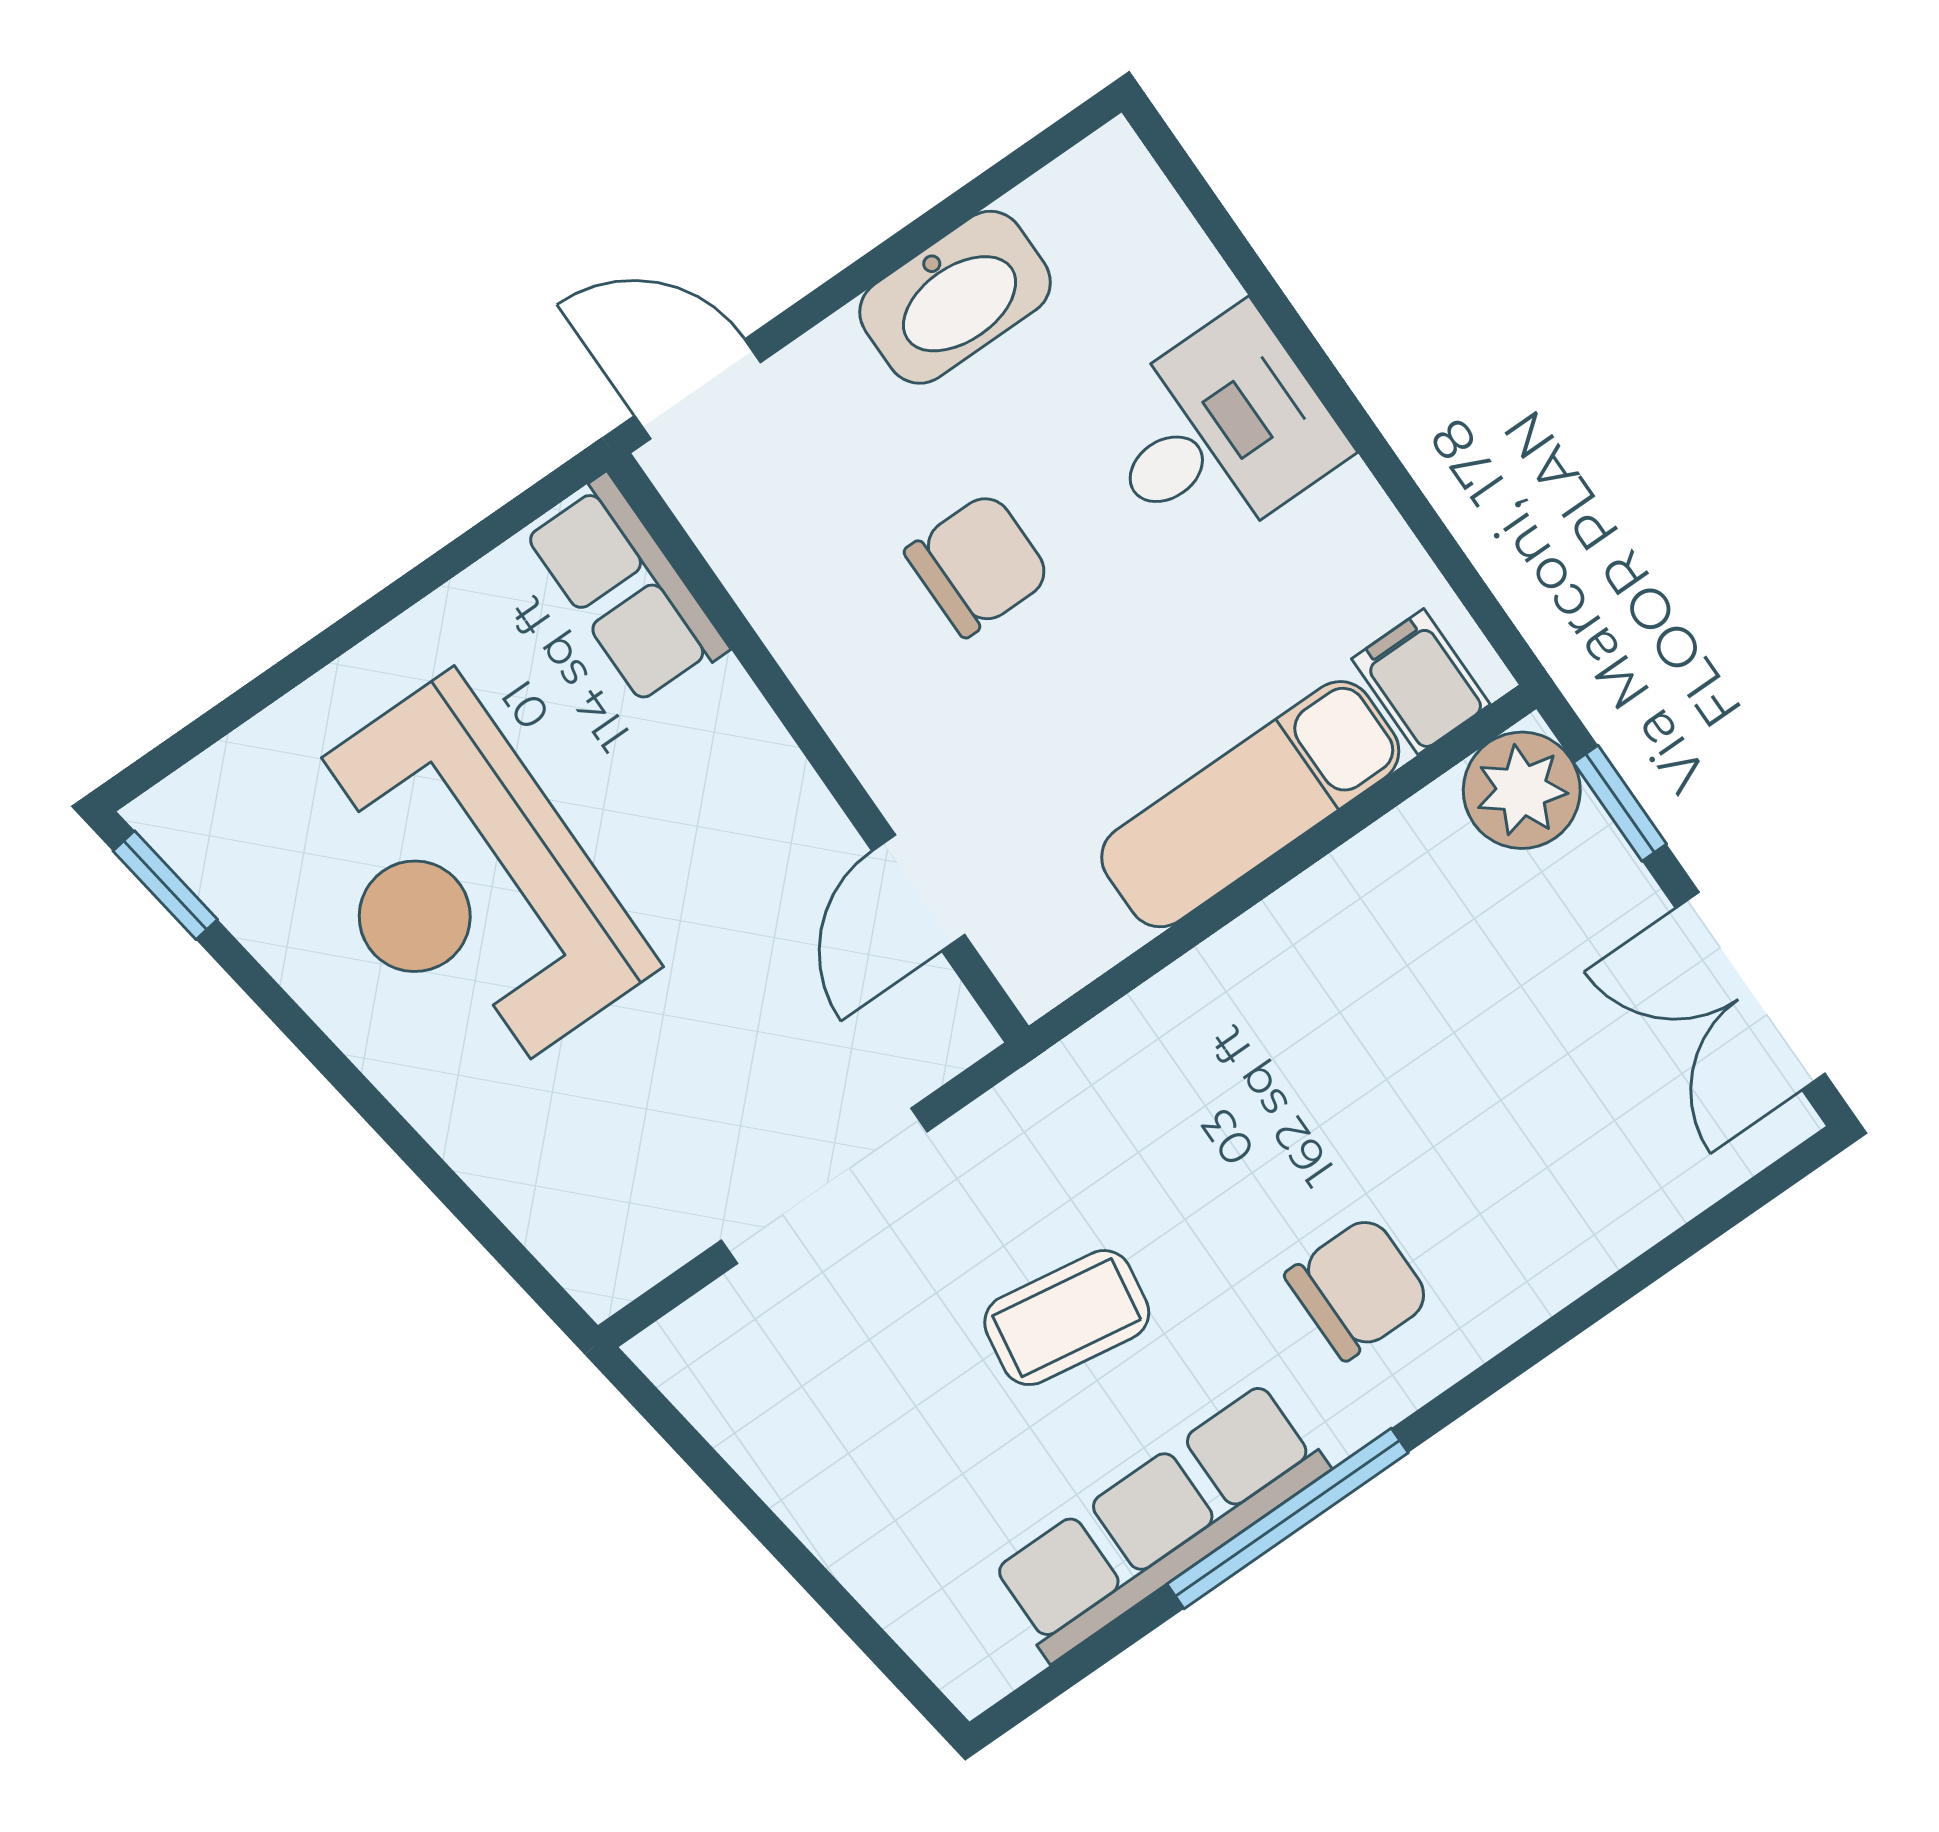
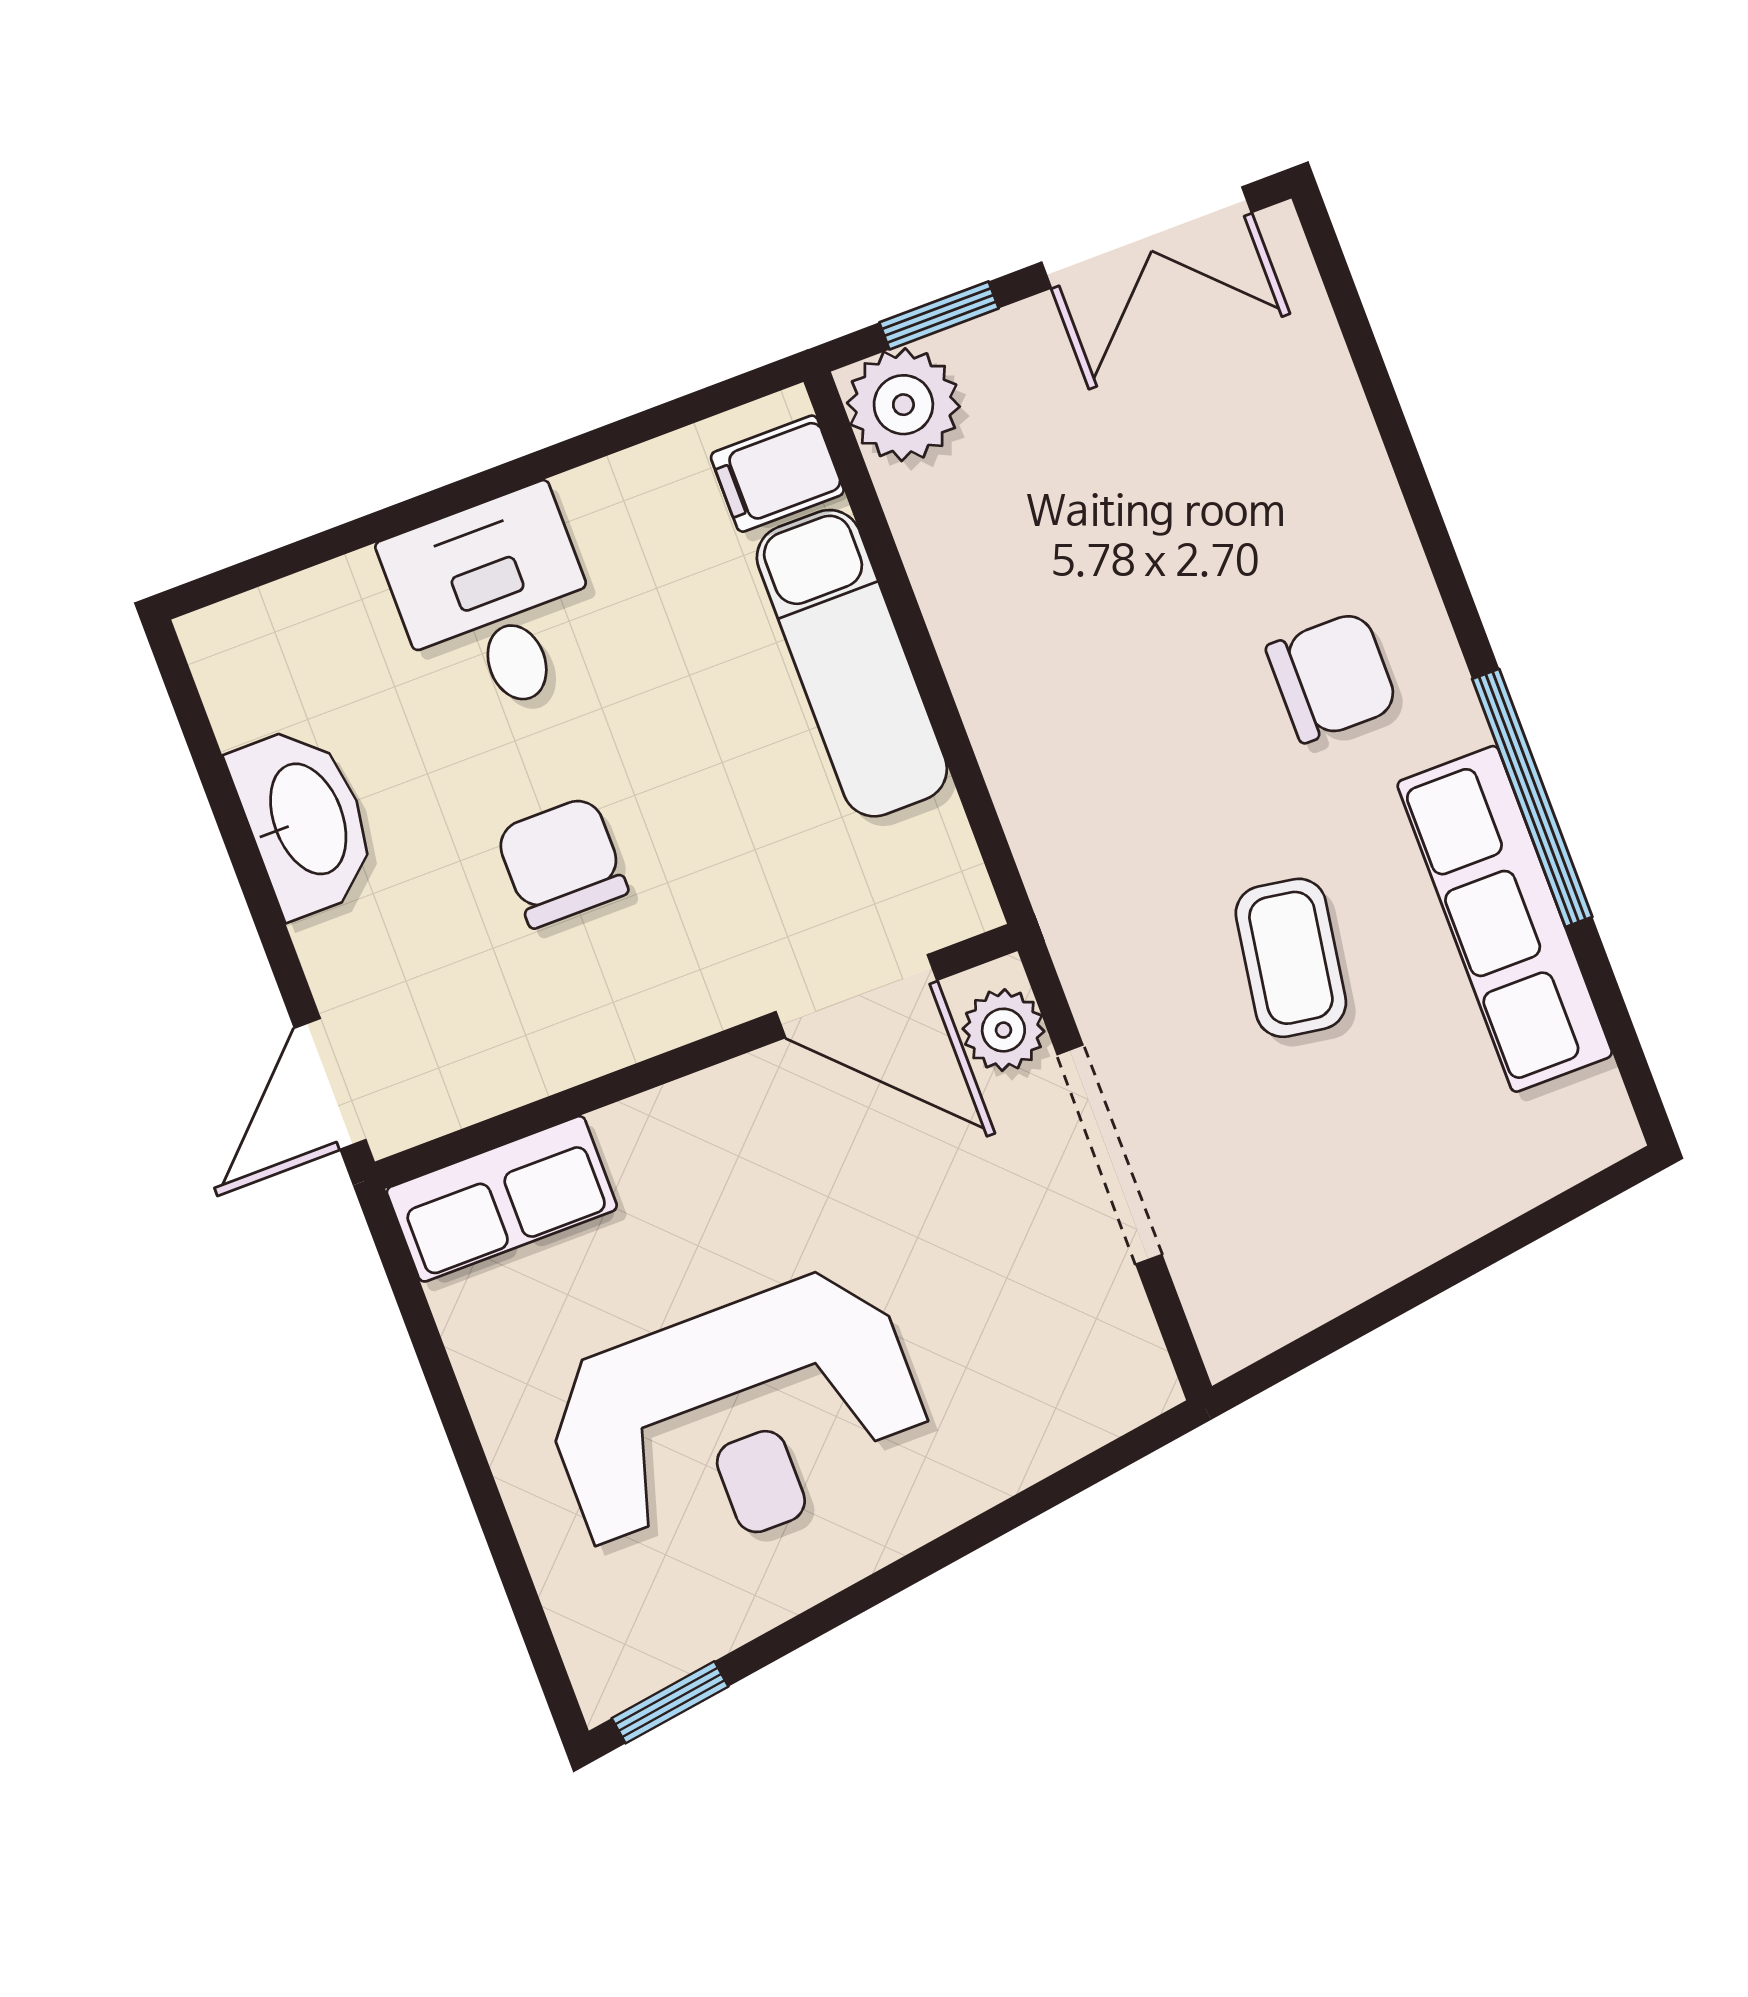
door: (919, 893) -> (856, 996), width x1.37
plant: (922, 1049) -> (1003, 1030), added
chair: (1358, 1288) -> (1332, 677), turned 90

